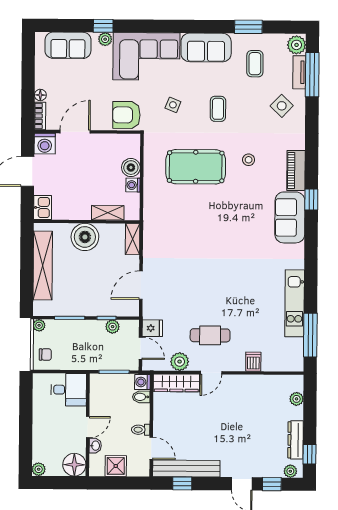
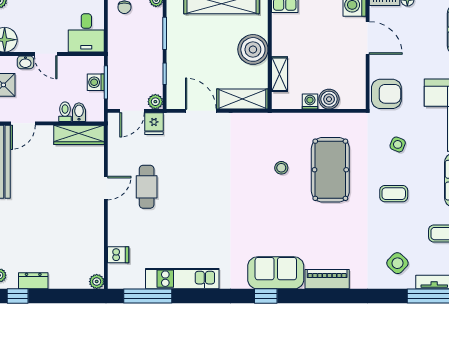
armchair: (126, 115) -> (386, 94), turned 90
stool: (249, 160) -> (281, 168), moved
window: (311, 199) -> (266, 296), moved
shelving: (133, 239) -> (242, 99), width x1.50, depth x1.33
plant: (113, 327) -> (155, 102), moved
plant: (180, 362) -> (118, 154), removed
dishwasher: (253, 362) -> (118, 255), moved
door: (211, 373) -> (106, 188), swing flipped
washing machine: (142, 382) -> (96, 82), moved, turned -90
wardrobe: (176, 383) -> (79, 135), moved, turned -90
plant: (297, 399) -> (97, 282), moved
toilet: (141, 430) -> (65, 112), moved
dresser: (296, 440) -> (33, 281), width x0.70

